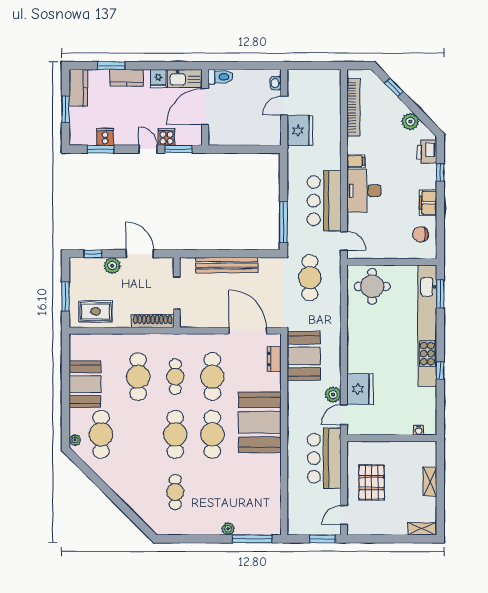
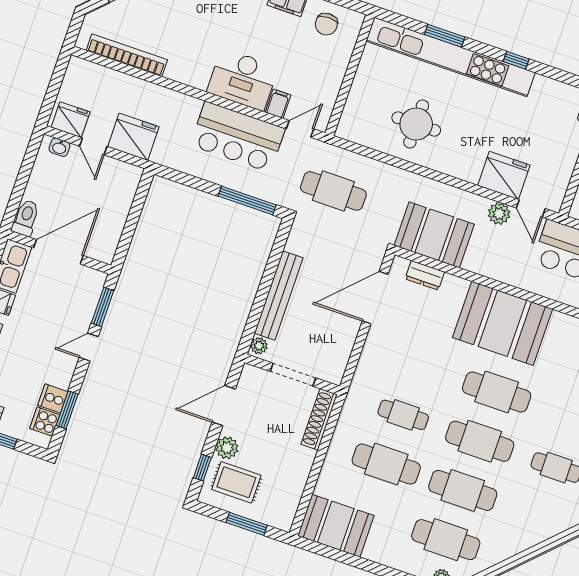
fridge: (297, 84) -> (71, 120), added
door: (205, 107) -> (58, 252), swing flipped
cooker: (166, 137) -> (45, 422), moved
filing cabinet: (356, 161) -> (278, 104), moved
plant: (188, 264) -> (259, 346), added
round table: (372, 286) -> (416, 124), moved
window: (440, 294) -> (445, 36), moved
rug: (95, 311) -> (236, 482), moved, turned 90
cafe table: (212, 377) -> (463, 490), moved
booth: (85, 384) -> (336, 526), moved

